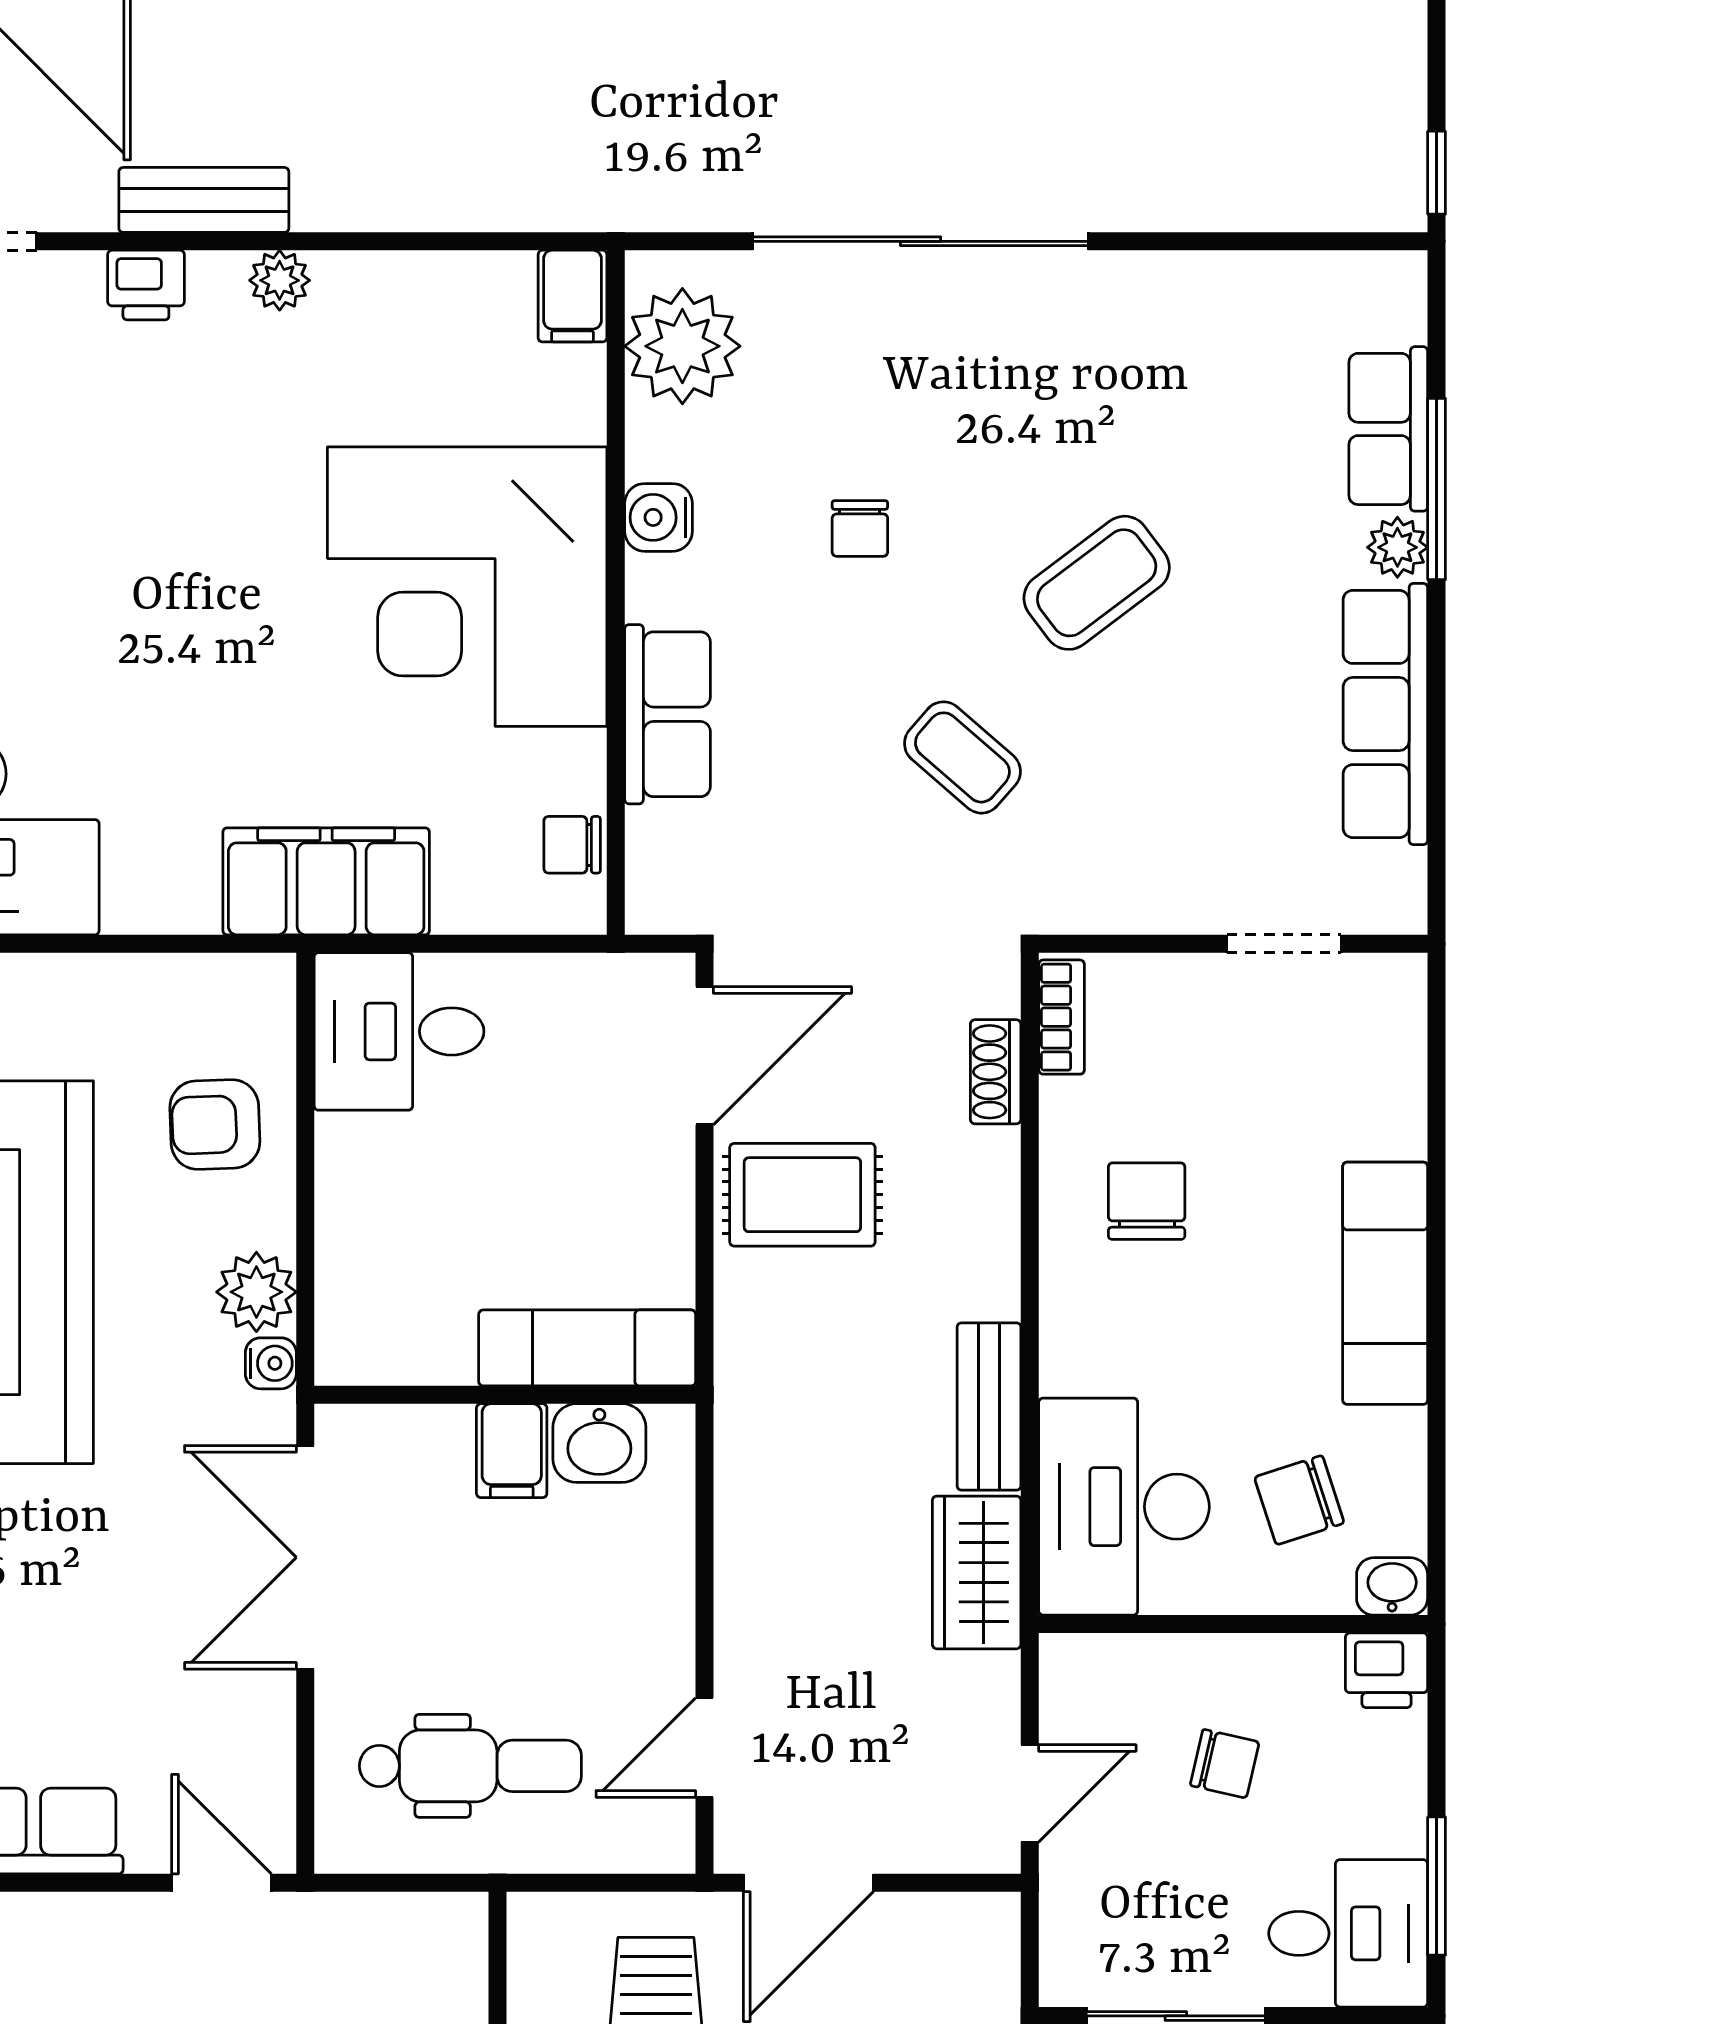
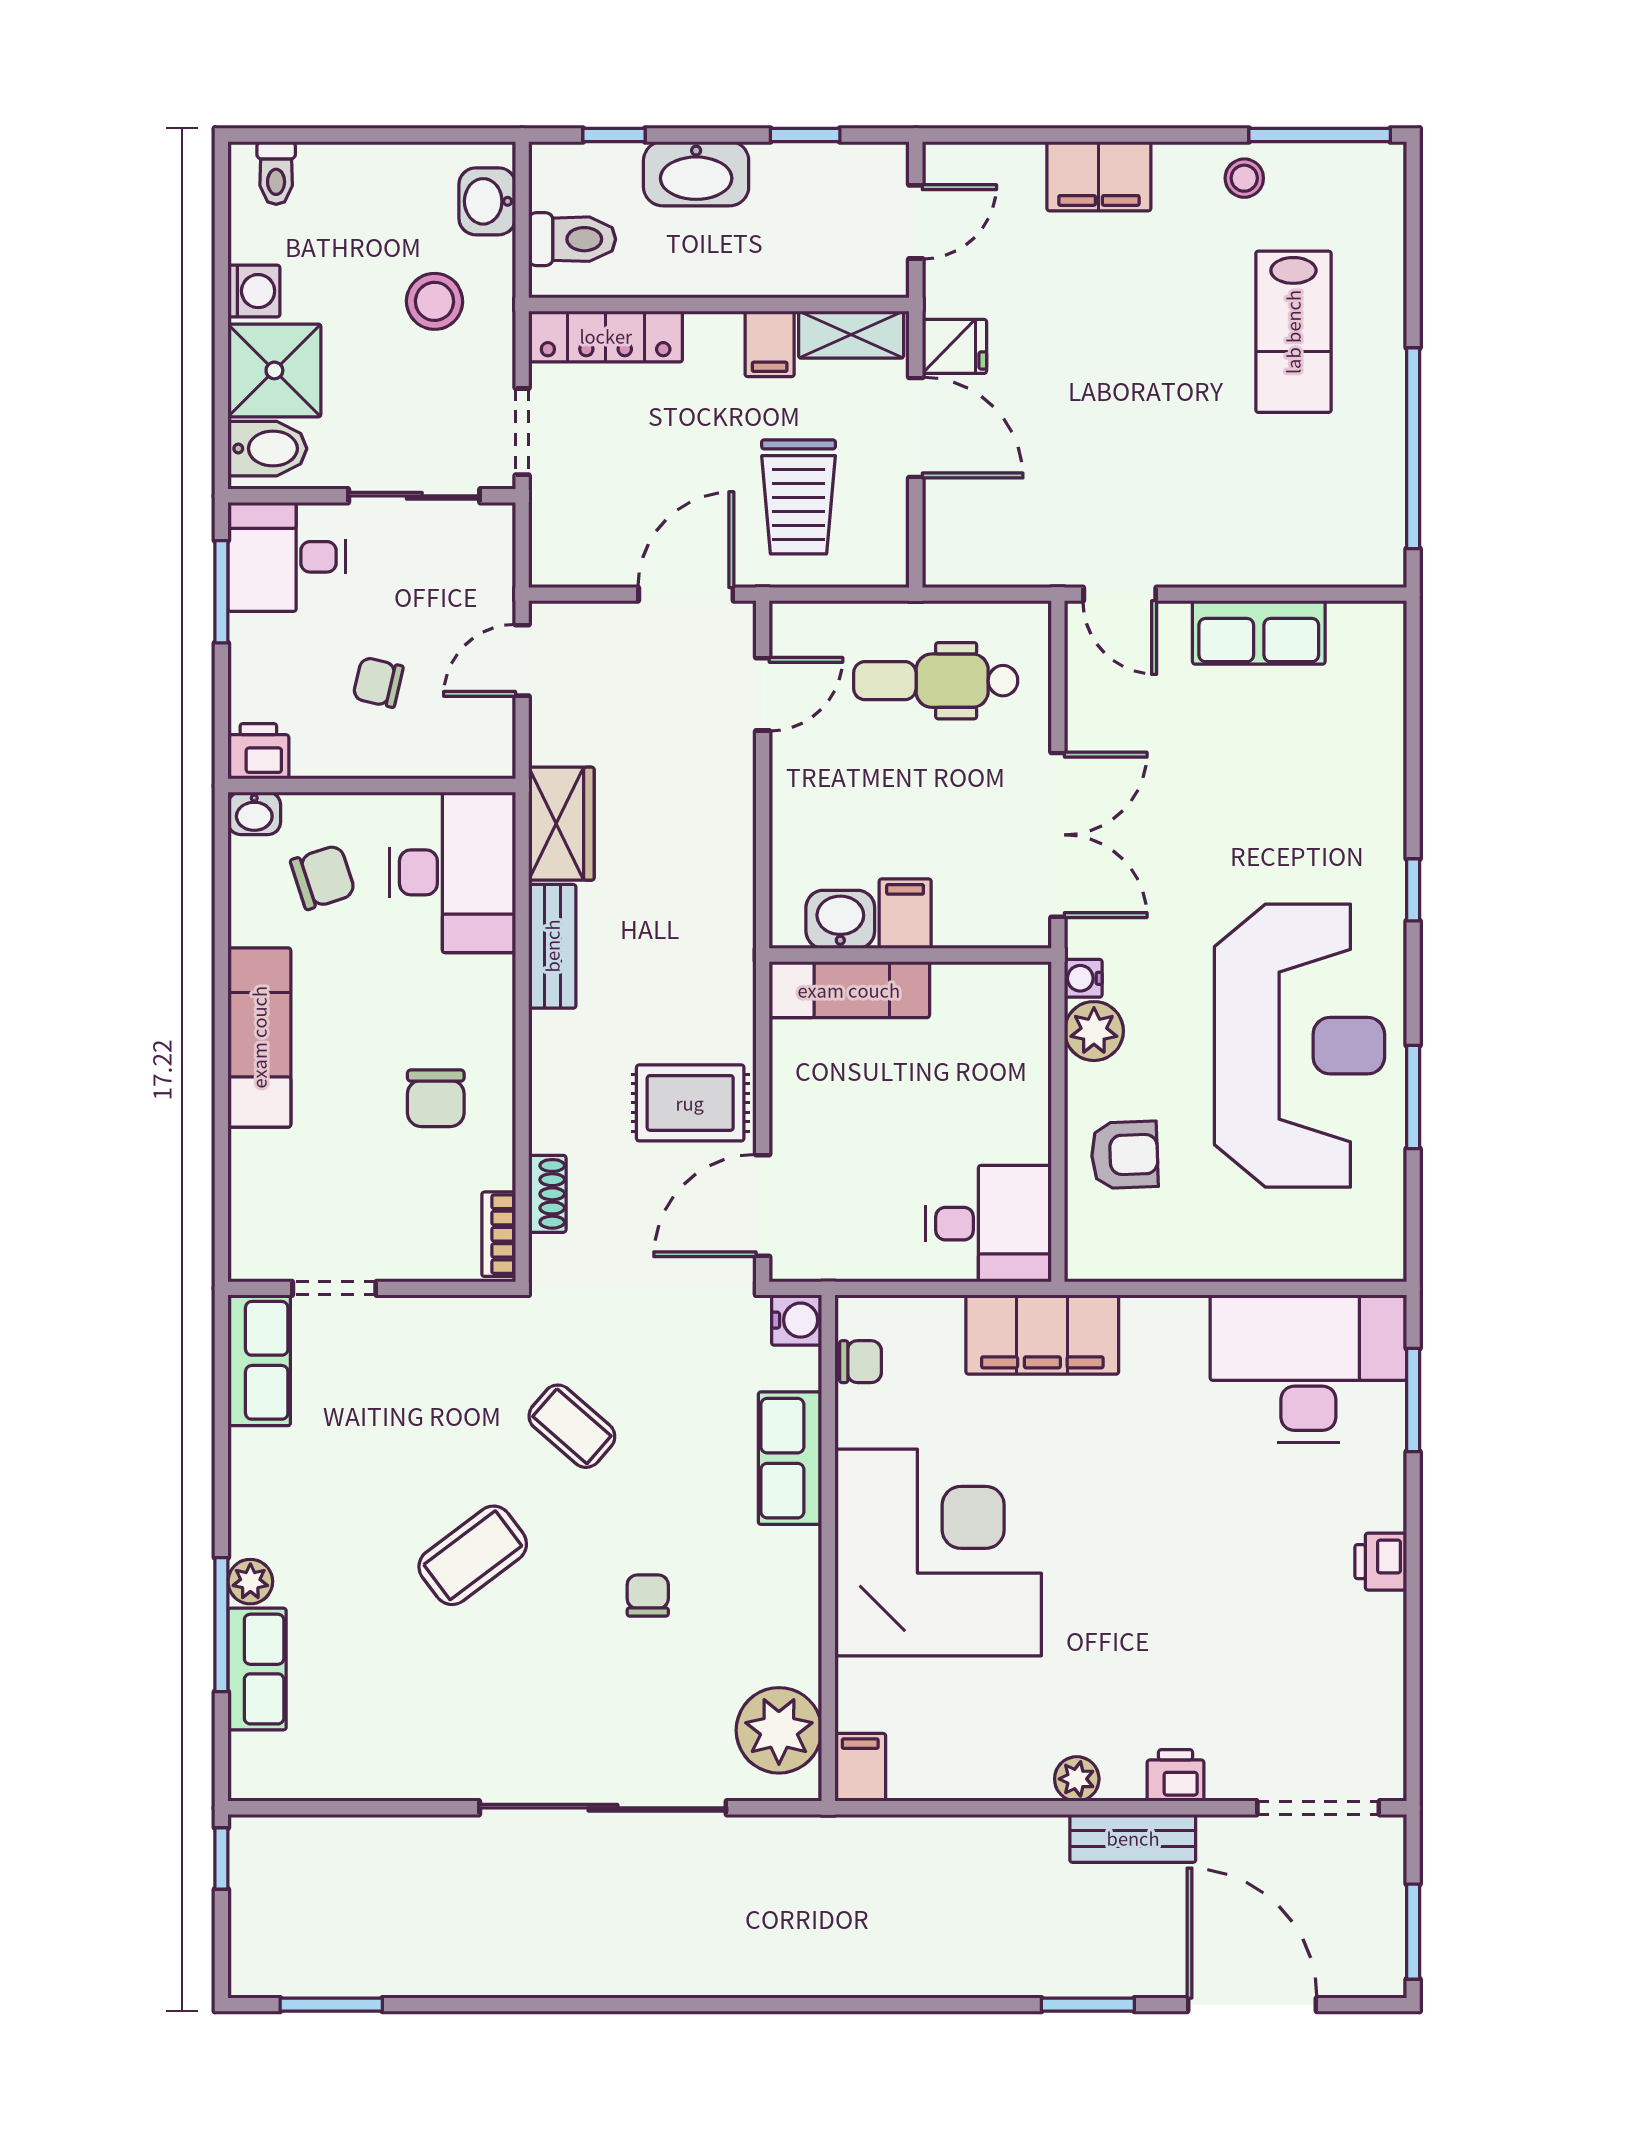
water cooler: (659, 517) -> (797, 1320), moved
row of seats: (1385, 714) -> (259, 1360), moved, width x0.68

